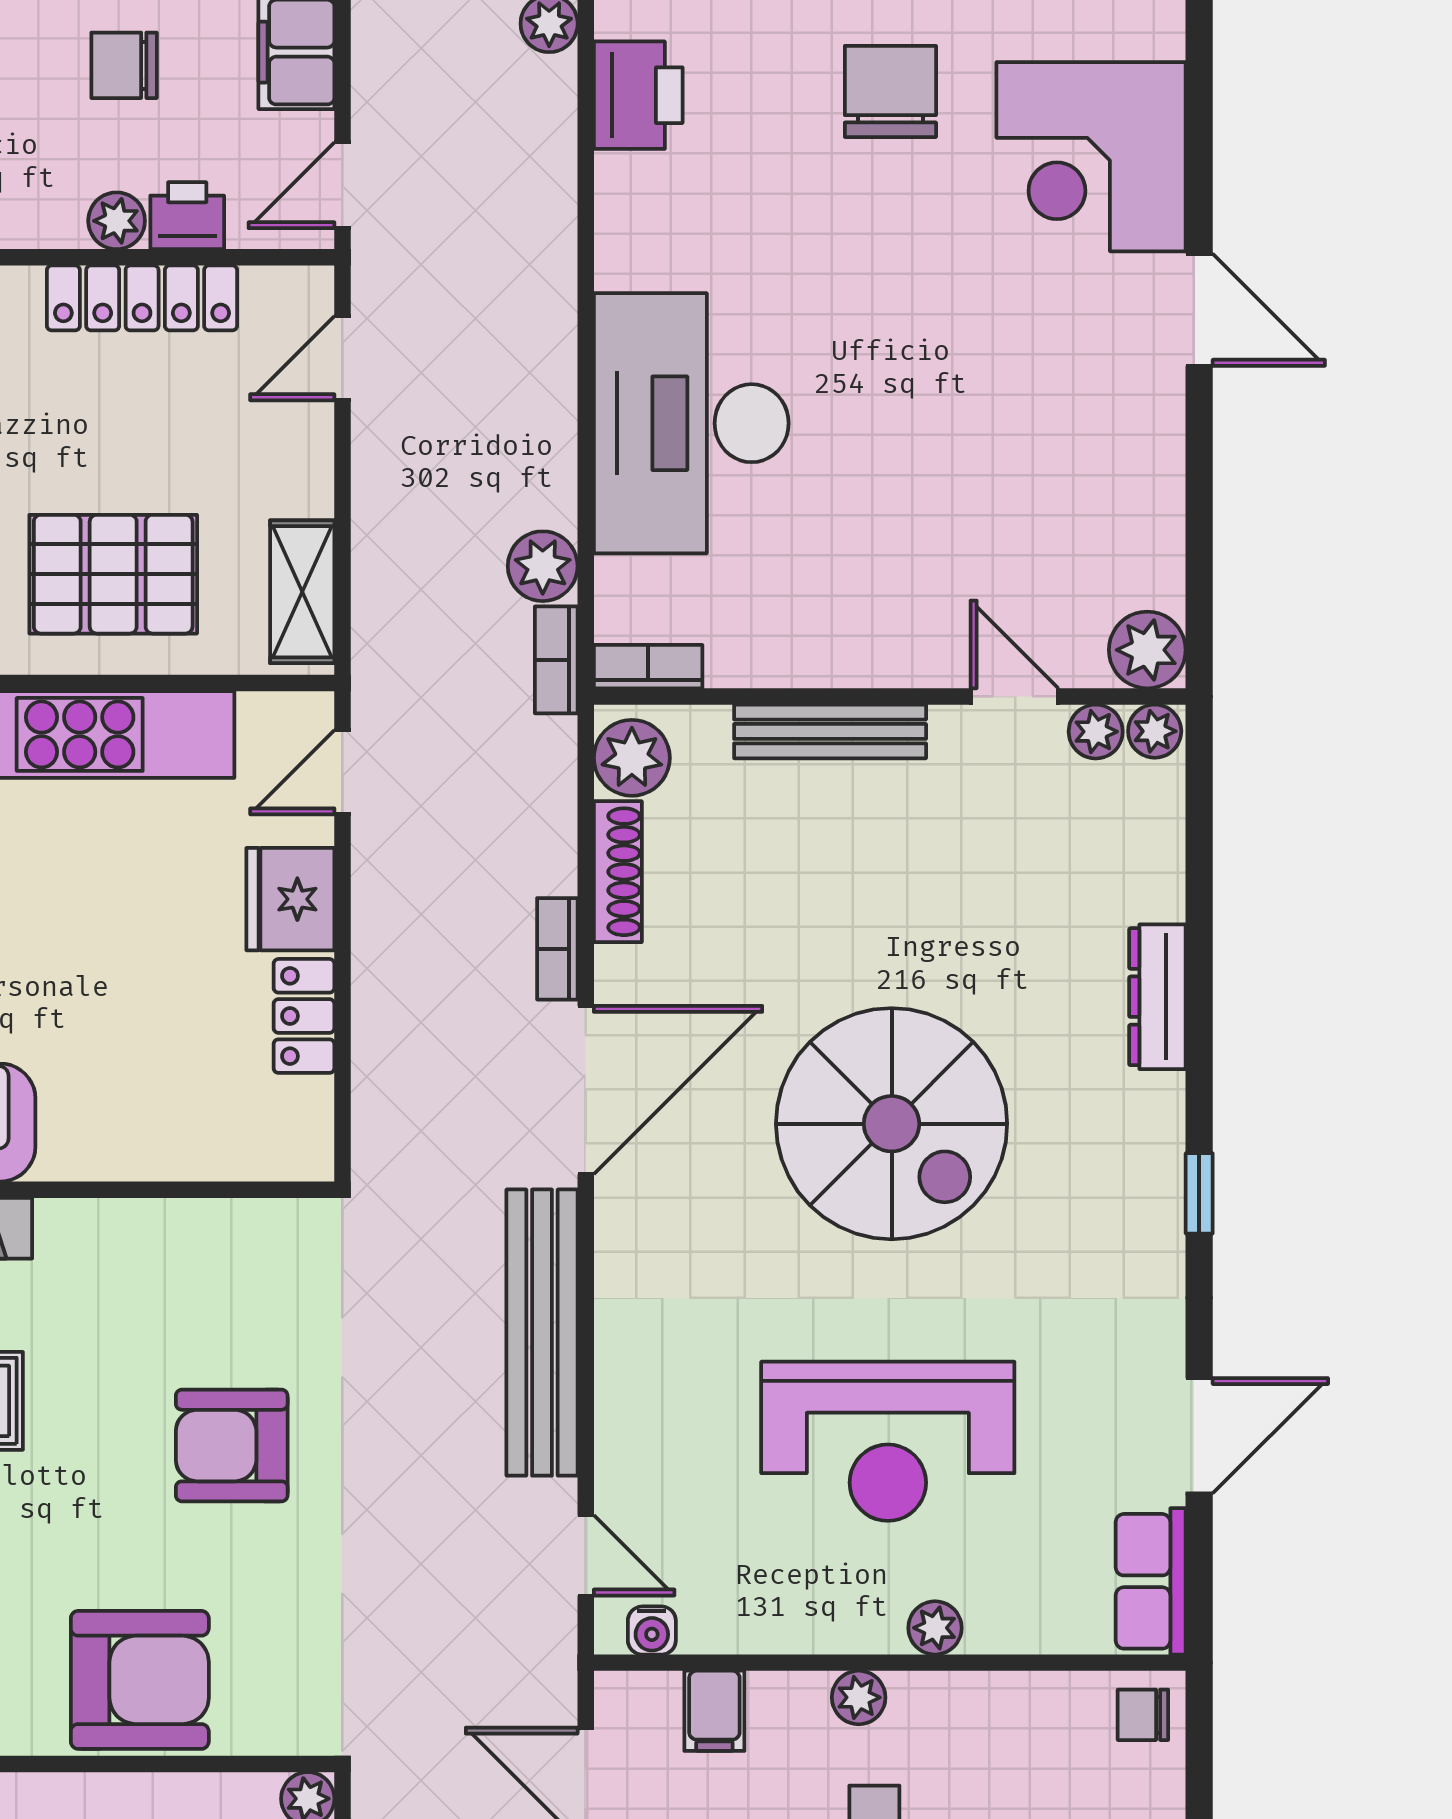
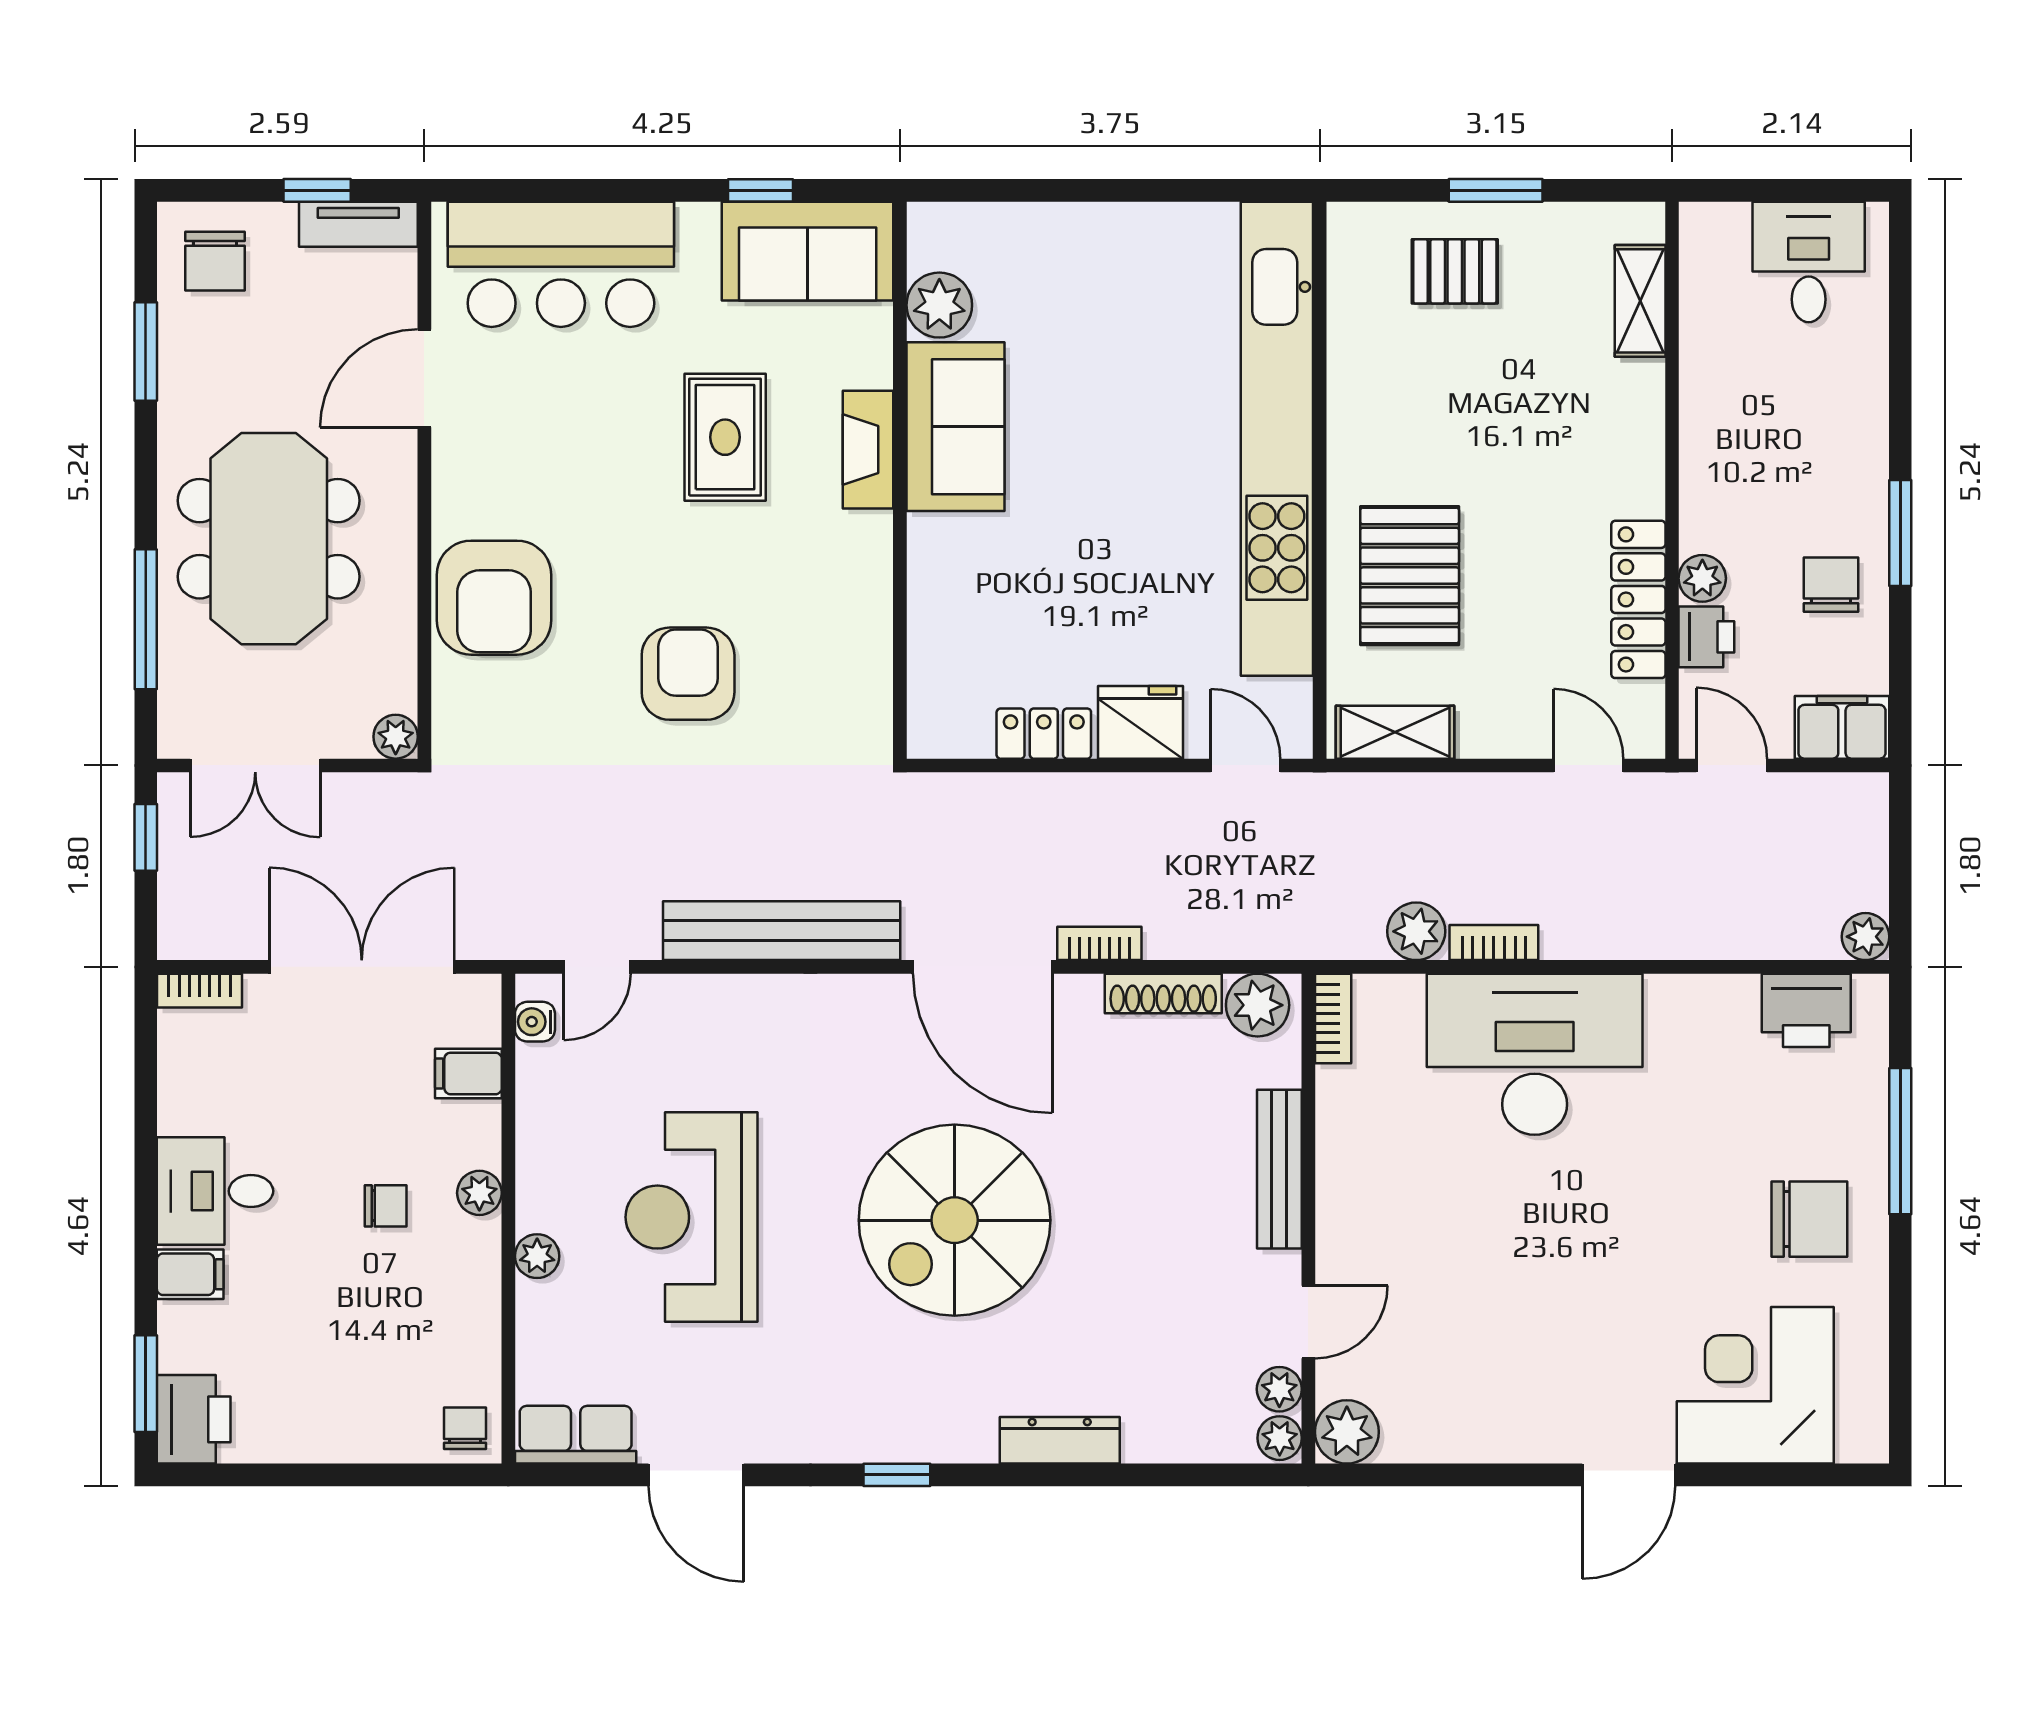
bookcase: (556, 660) -> (1494, 942), moved

